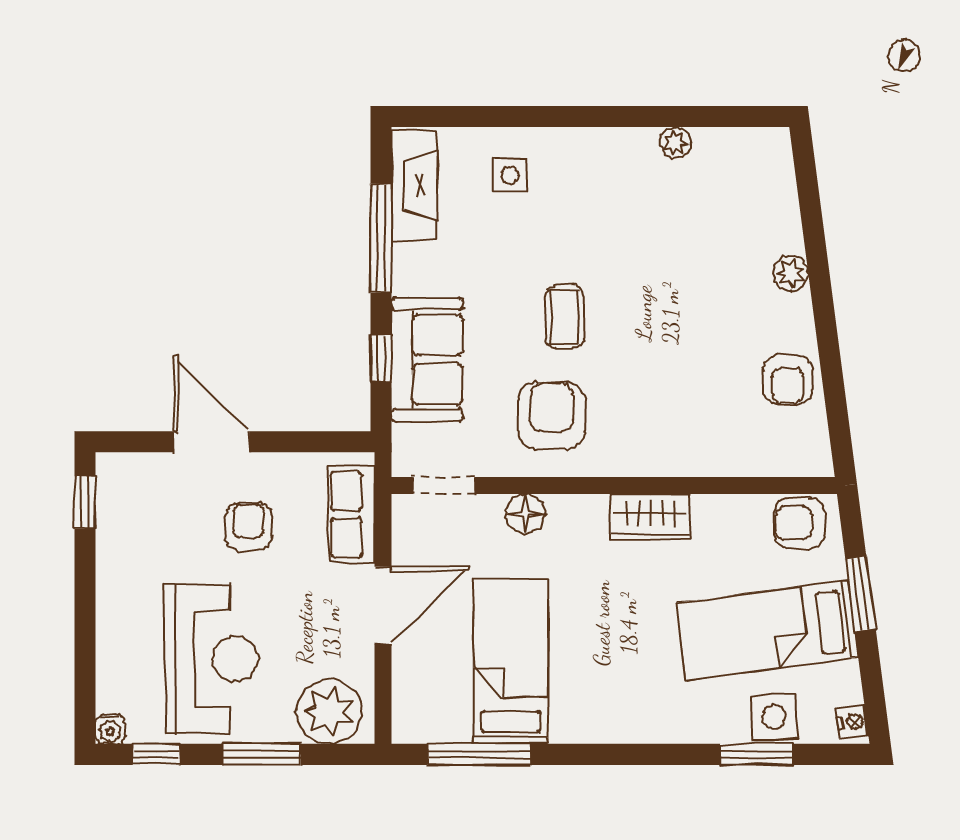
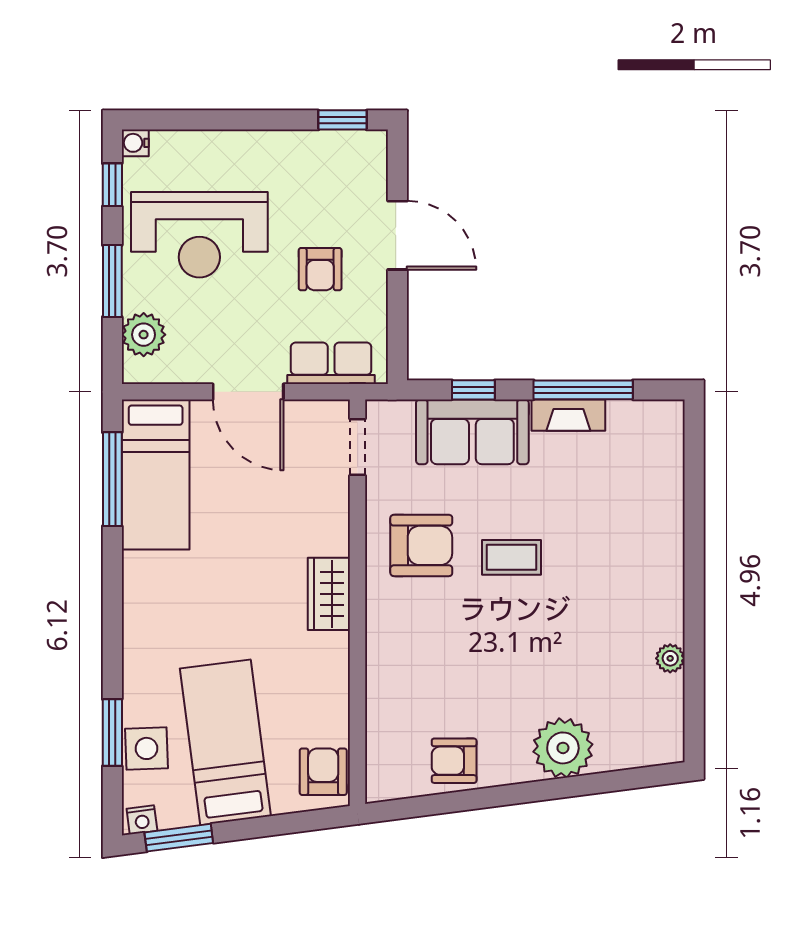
side table: (510, 175) -> (641, 508), removed
fireplace: (414, 185) -> (568, 415), moved, width x0.73, depth x0.76
plant: (791, 274) -> (563, 748), width x1.87, depth x1.87
door: (211, 442) -> (397, 235), hinge flipped
floor lamp: (525, 514) -> (332, 521), removed
wardrobe: (650, 517) -> (329, 594), moved
armchair: (249, 526) -> (320, 269), turned 90
window: (861, 594) -> (179, 838), moved
bed: (511, 662) -> (156, 475), moved, turned 90
plant: (329, 711) -> (144, 335), width x0.73, depth x0.73

